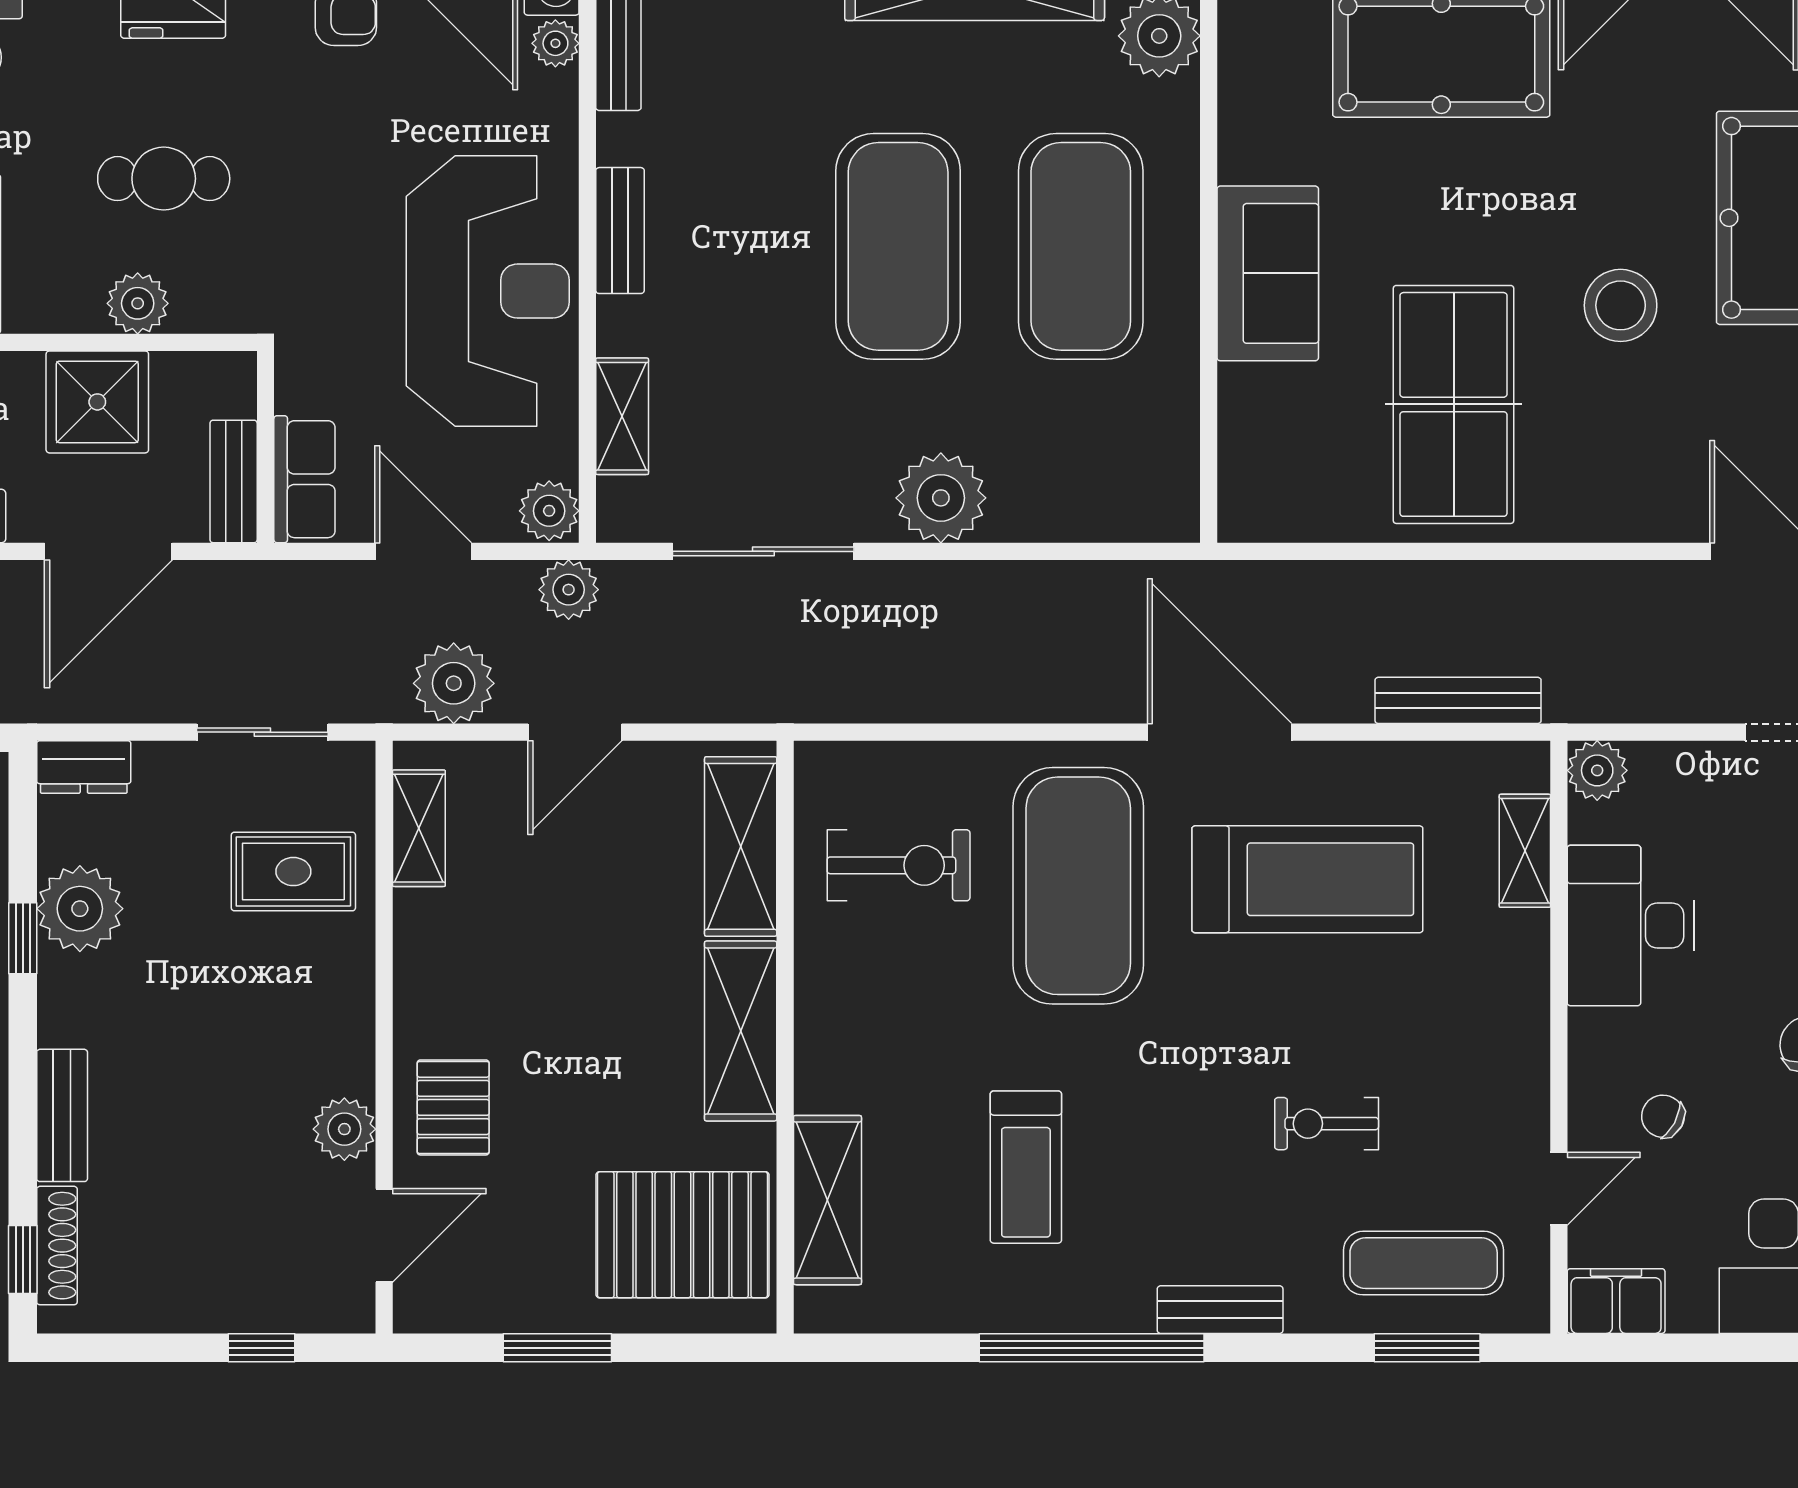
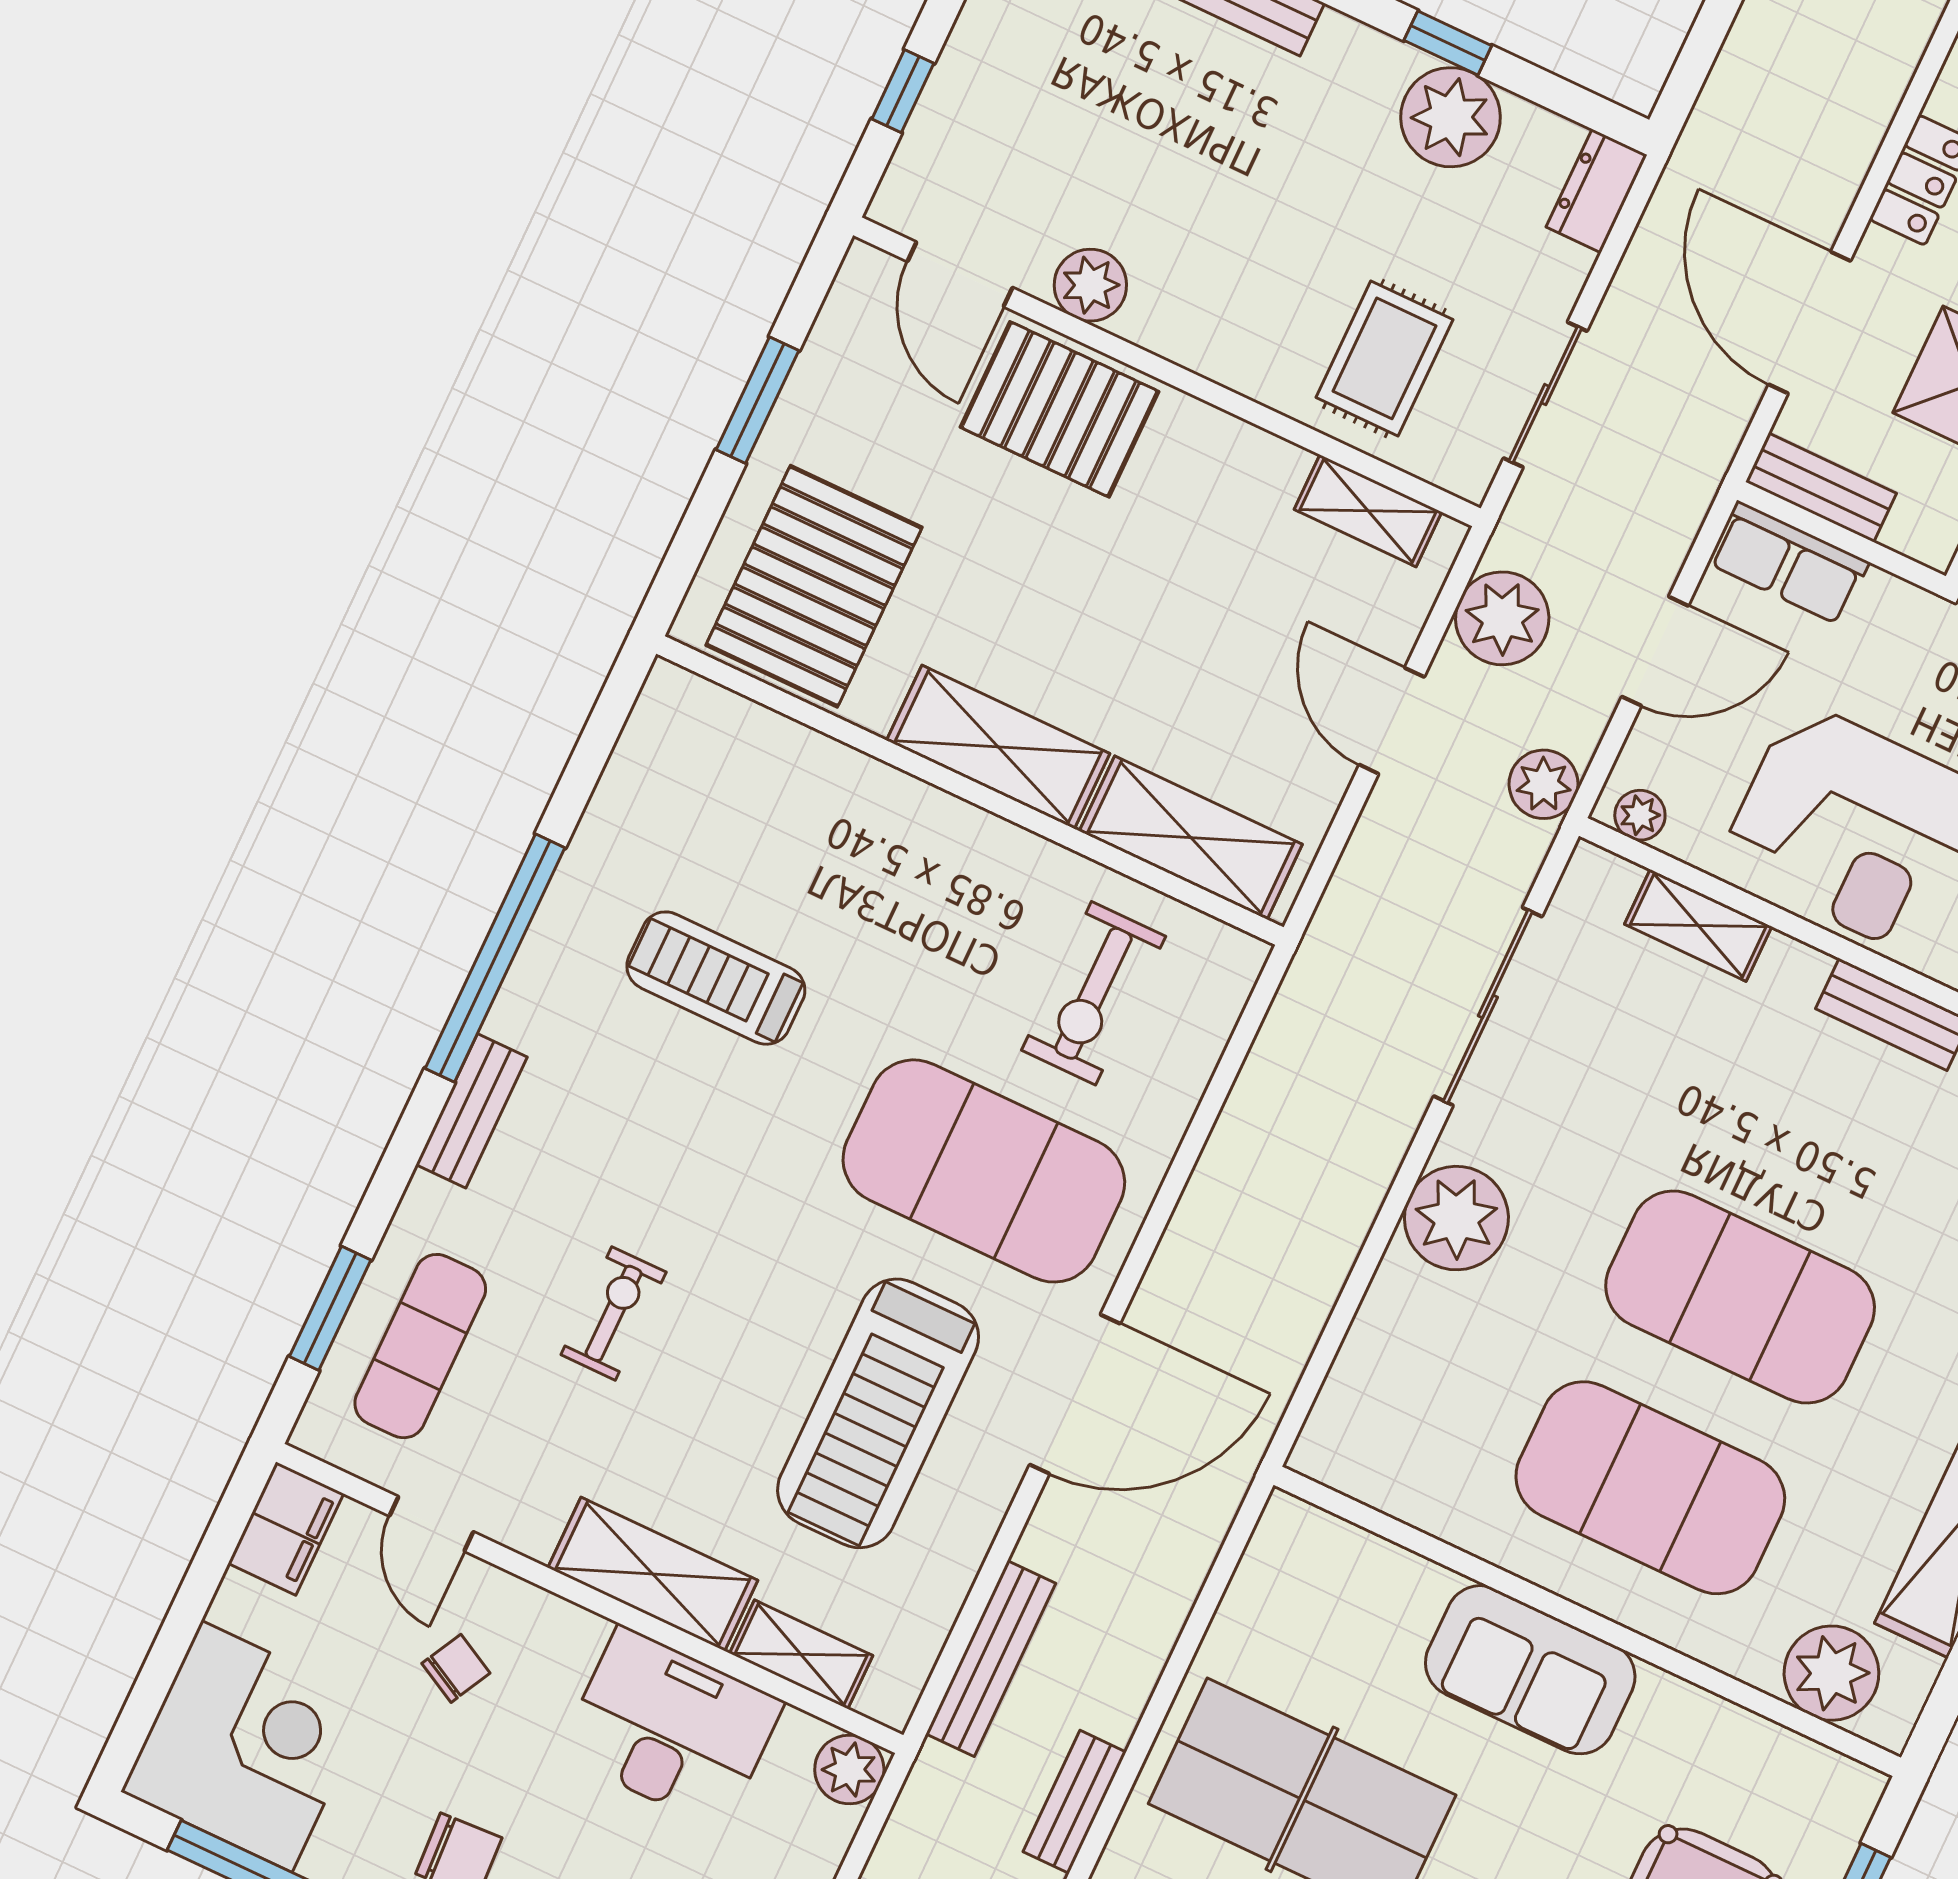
plant: (549, 511) -> (1640, 815), width x0.73, depth x0.73
bench: (1539, 582) -> (1074, 1802), added
pallet: (453, 1107) -> (1060, 409), width x1.50, depth x1.42
shelving: (827, 1200) -> (653, 1574), moved

